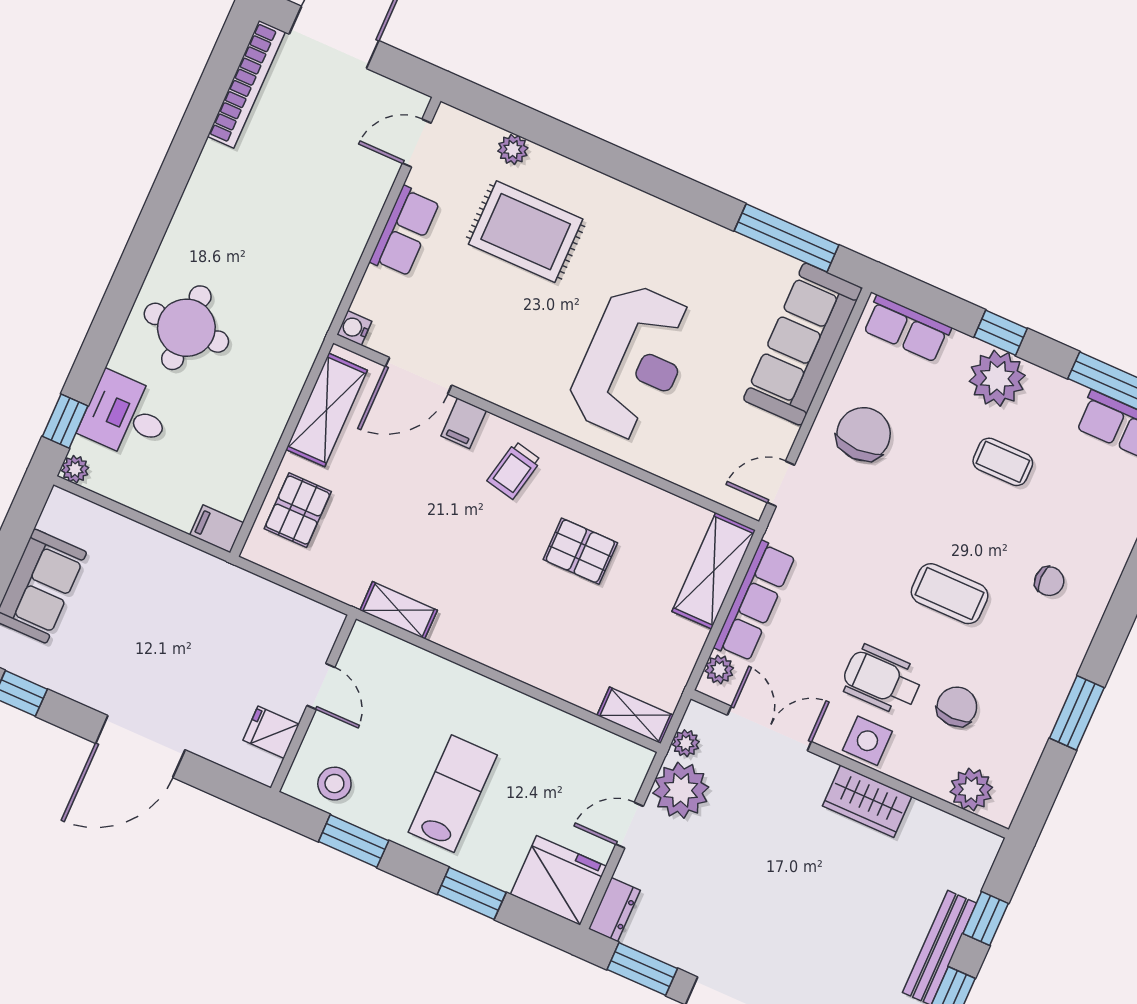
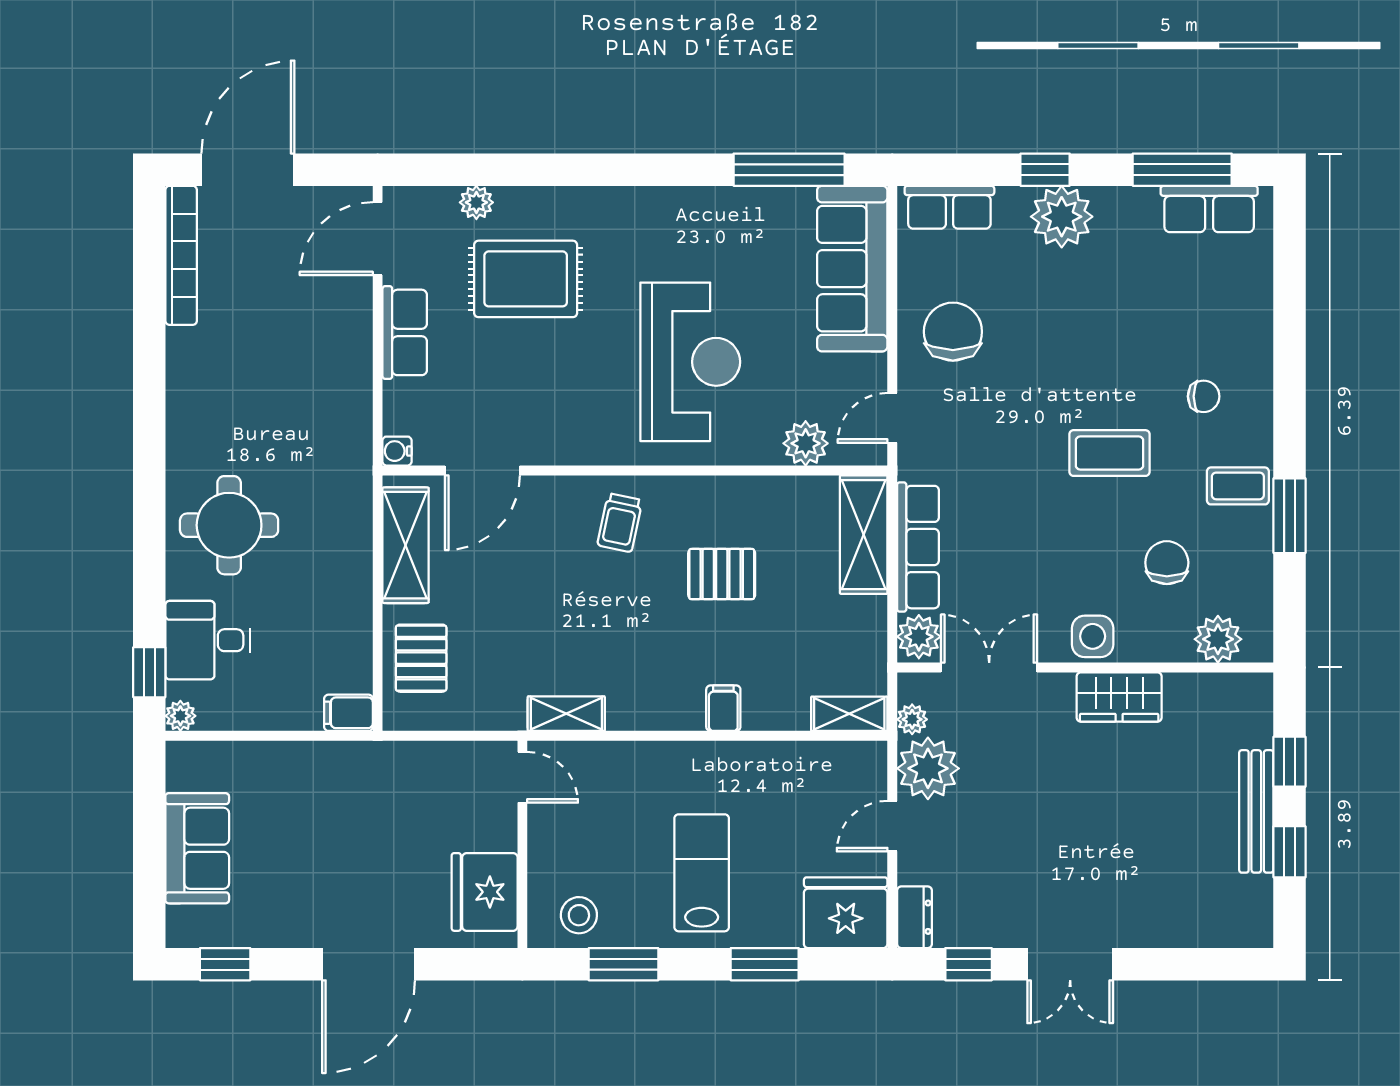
door: (417, 143) -> (378, 239), width x1.38
filing cabinet: (464, 423) -> (723, 708), moved, turned 180
coffee table: (1003, 462) -> (1238, 486), moved
plant: (699, 473) -> (806, 443), added
plant: (719, 669) -> (919, 637), width x1.38, depth x1.38
wheelchair: (882, 680) -> (1080, 569), removed
door: (321, 686) -> (522, 777), moved
fridge: (271, 732) -> (485, 892), width x1.88, depth x1.34
window: (642, 969) -> (969, 964), width x0.67

